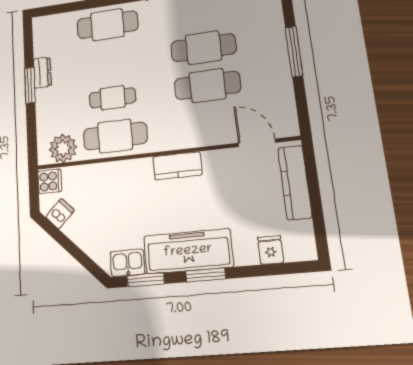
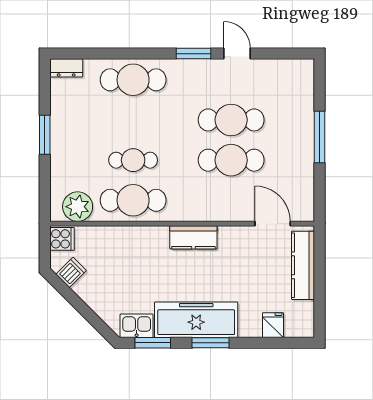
dresser: (42, 73) -> (66, 68), moved, turned 90

